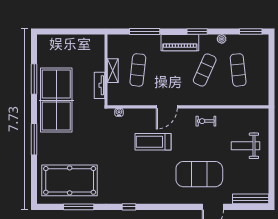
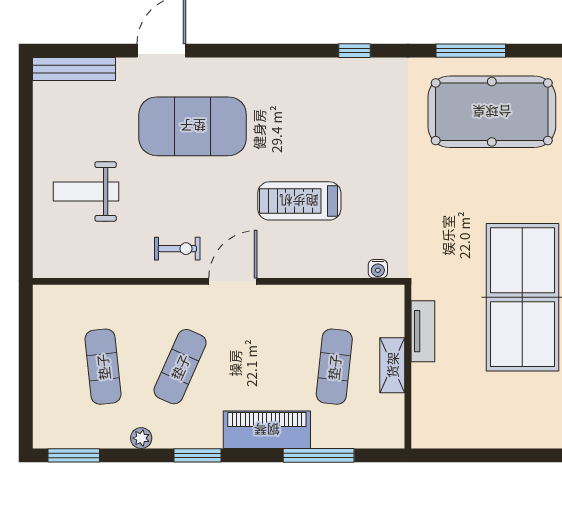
piano: (180, 43) -> (267, 430), moved
door: (167, 107) -> (233, 281), moved
treadmill: (153, 142) -> (299, 201), turned 180
weight bench: (245, 146) -> (86, 192), turned 180

